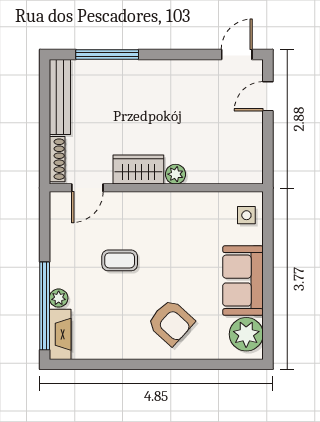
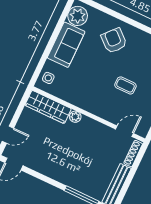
wardrobe: (138, 170) -> (48, 107), moved, width x1.50

